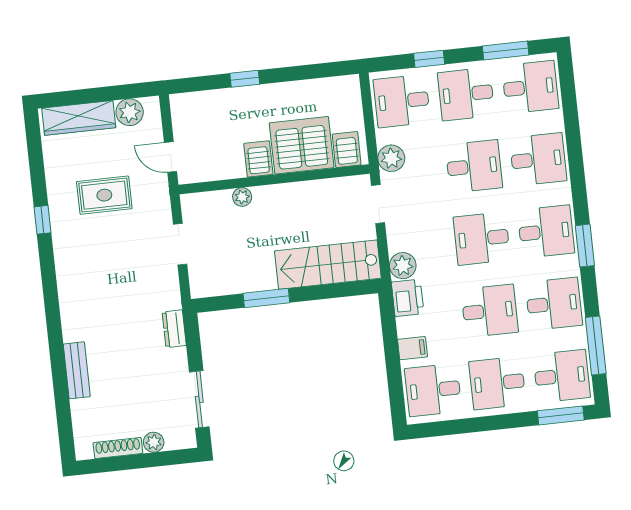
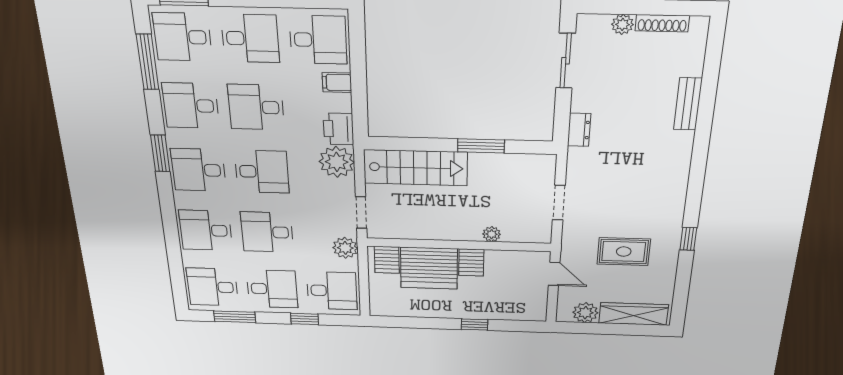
plant: (403, 266) -> (337, 162), width x1.36, depth x1.36

